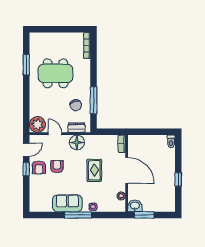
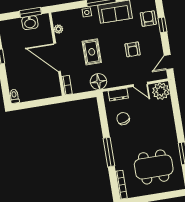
dining table: (55, 73) -> (154, 167), moved
window: (94, 100) -> (109, 152), moved
floor lamp: (77, 142) -> (98, 82), moved
armchair: (39, 167) -> (148, 19), moved
window: (26, 169) -> (162, 25), moved
washbasin: (135, 206) -> (30, 23), moved

